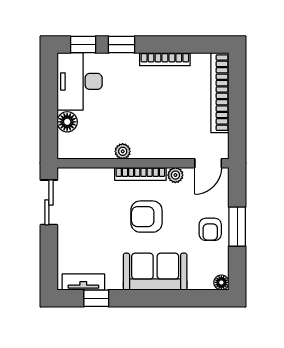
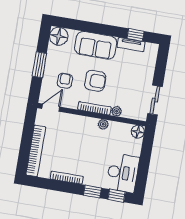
floor lamp: (67, 122) -> (138, 132), moved
plant: (175, 175) -> (117, 111), moved
armchair: (210, 229) -> (65, 81), moved
tv unit: (83, 282) -> (131, 45), moved
floor lamp: (221, 282) -> (59, 36), width x1.89, depth x1.89

